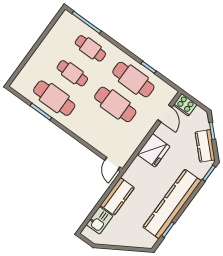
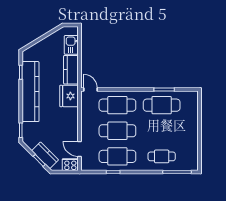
cafe table: (72, 73) -> (117, 105), moved, width x1.37, depth x1.35
kitchen counter: (205, 146) -> (45, 155), moved
fridge: (154, 150) -> (69, 96), moved

